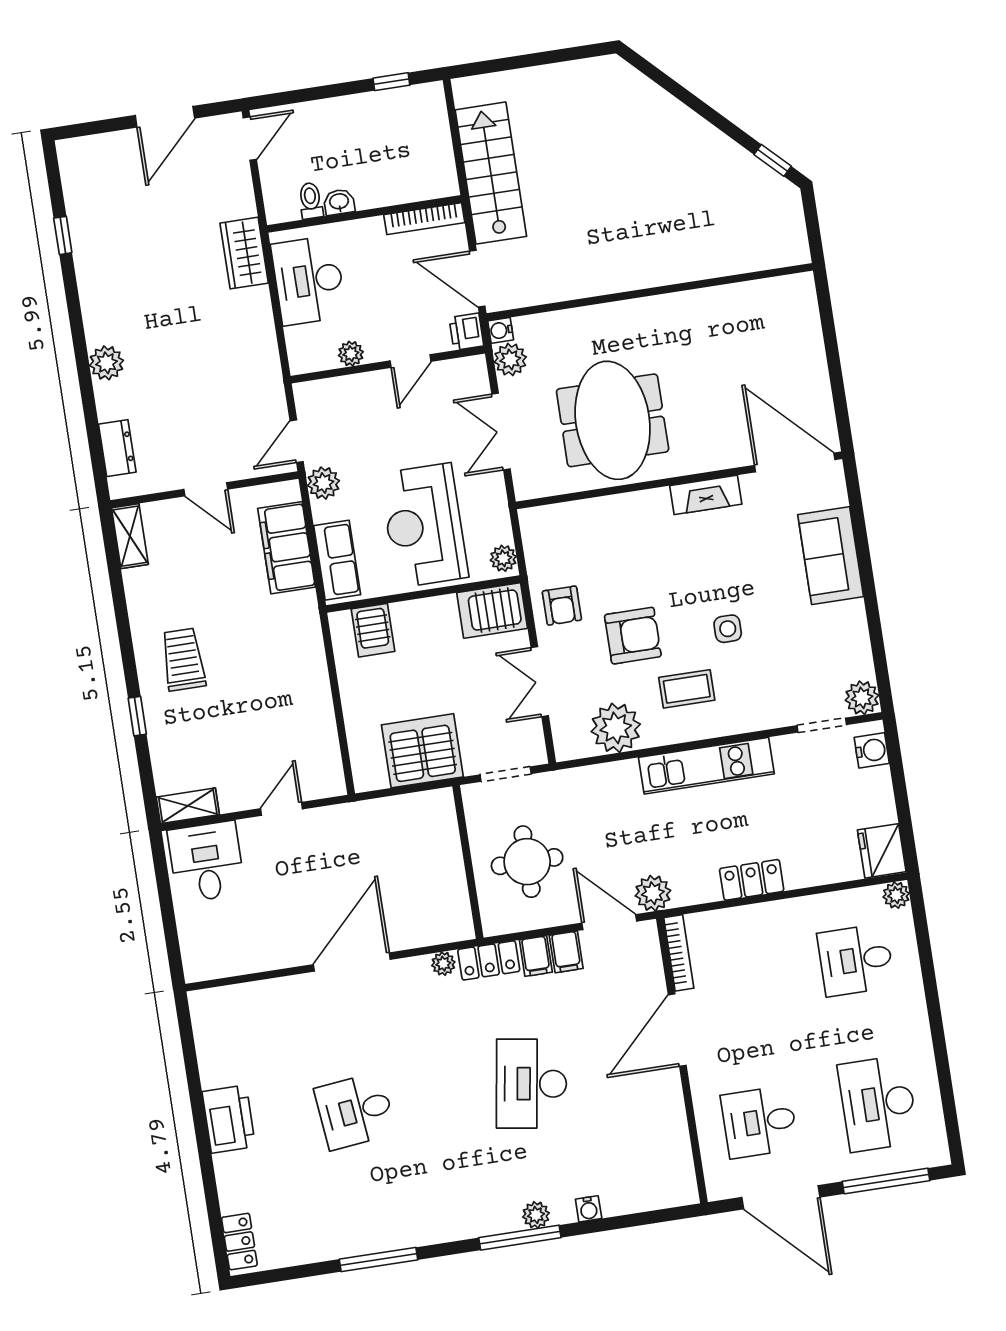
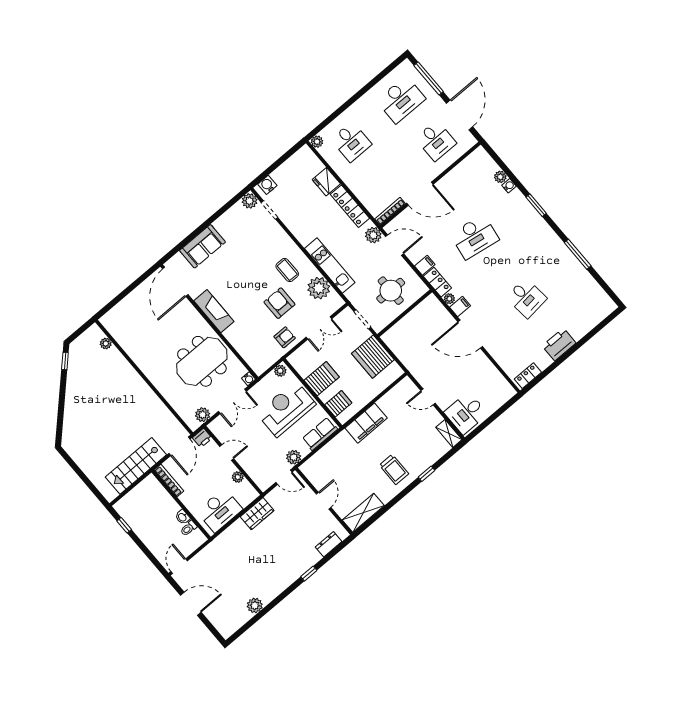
door: (250, 139) -> (179, 566), hinge flipped
window: (63, 235) -> (309, 574), moved
wardrobe: (244, 253) -> (257, 514), moved
plant: (758, 258) -> (106, 344), added
water cooler: (501, 330) -> (249, 379), moved
plant: (106, 363) -> (255, 605), moved
fireplace: (706, 495) -> (214, 311), width x1.37, depth x1.32
reception desk: (424, 525) -> (286, 409), turned 180
shelving: (130, 536) -> (363, 513), width x1.50, depth x1.33
filing cabinet: (287, 548) -> (366, 423), moved
server rack: (492, 610) -> (322, 379), moved, turned -90
side table: (728, 629) -> (255, 268), removed
trolley: (183, 659) -> (394, 469), turned -90
kitchen unit: (706, 766) -> (330, 265), moved
fridge: (882, 851) -> (326, 182), moved, turned 90
locker: (752, 880) -> (350, 206), width x1.53
door: (609, 922) -> (395, 245), swing flipped
filing cabinet: (566, 952) -> (460, 306), moved
plant: (536, 1215) -> (500, 177), moved
window: (520, 1238) -> (536, 205), width x0.69
locker: (239, 1242) -> (528, 376), moved

